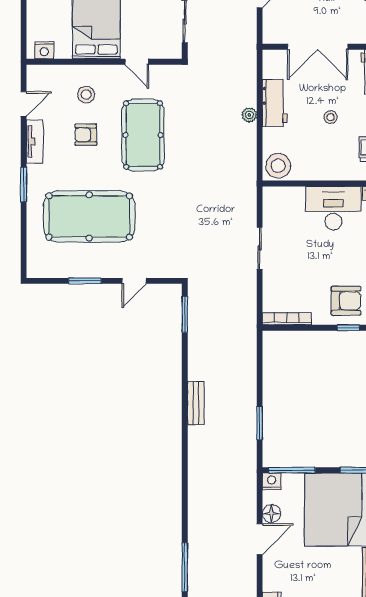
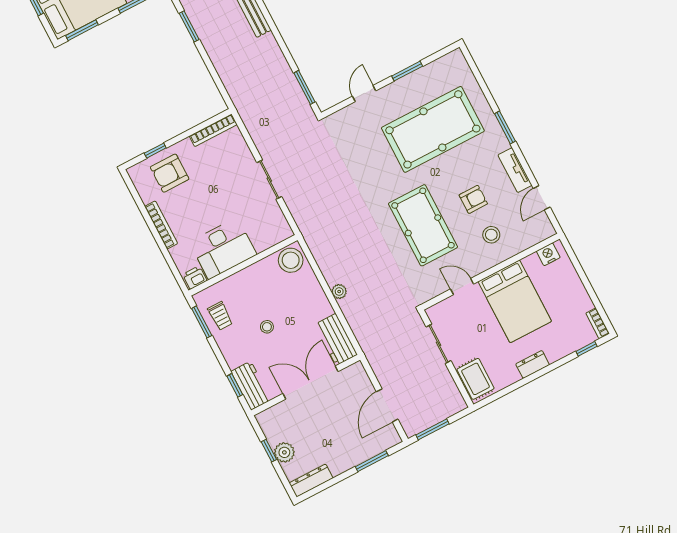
workbench: (275, 103) -> (336, 340), moved

